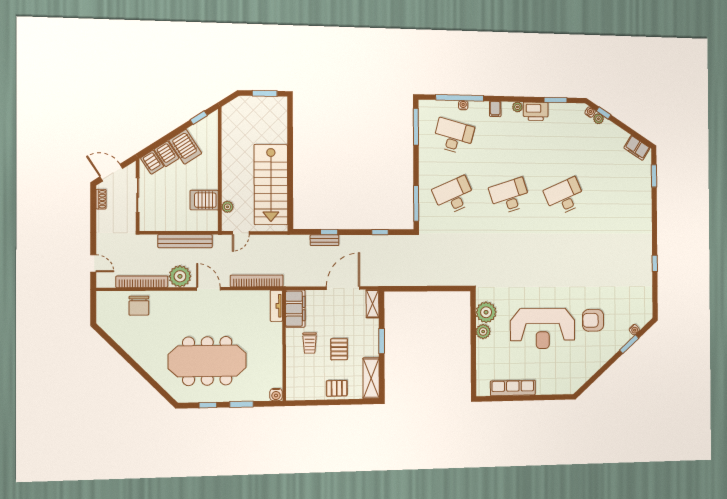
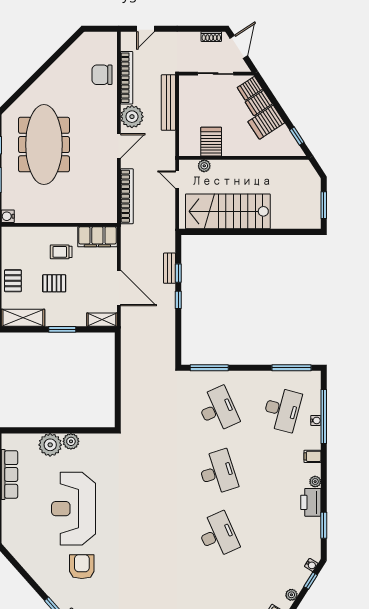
plant: (598, 119) -> (291, 595), moved
window: (380, 232) -> (178, 300), moved
bench: (185, 241) -> (168, 103), moved
tv unit: (276, 306) -> (101, 217), removed
plant: (486, 312) -> (50, 445), moved

